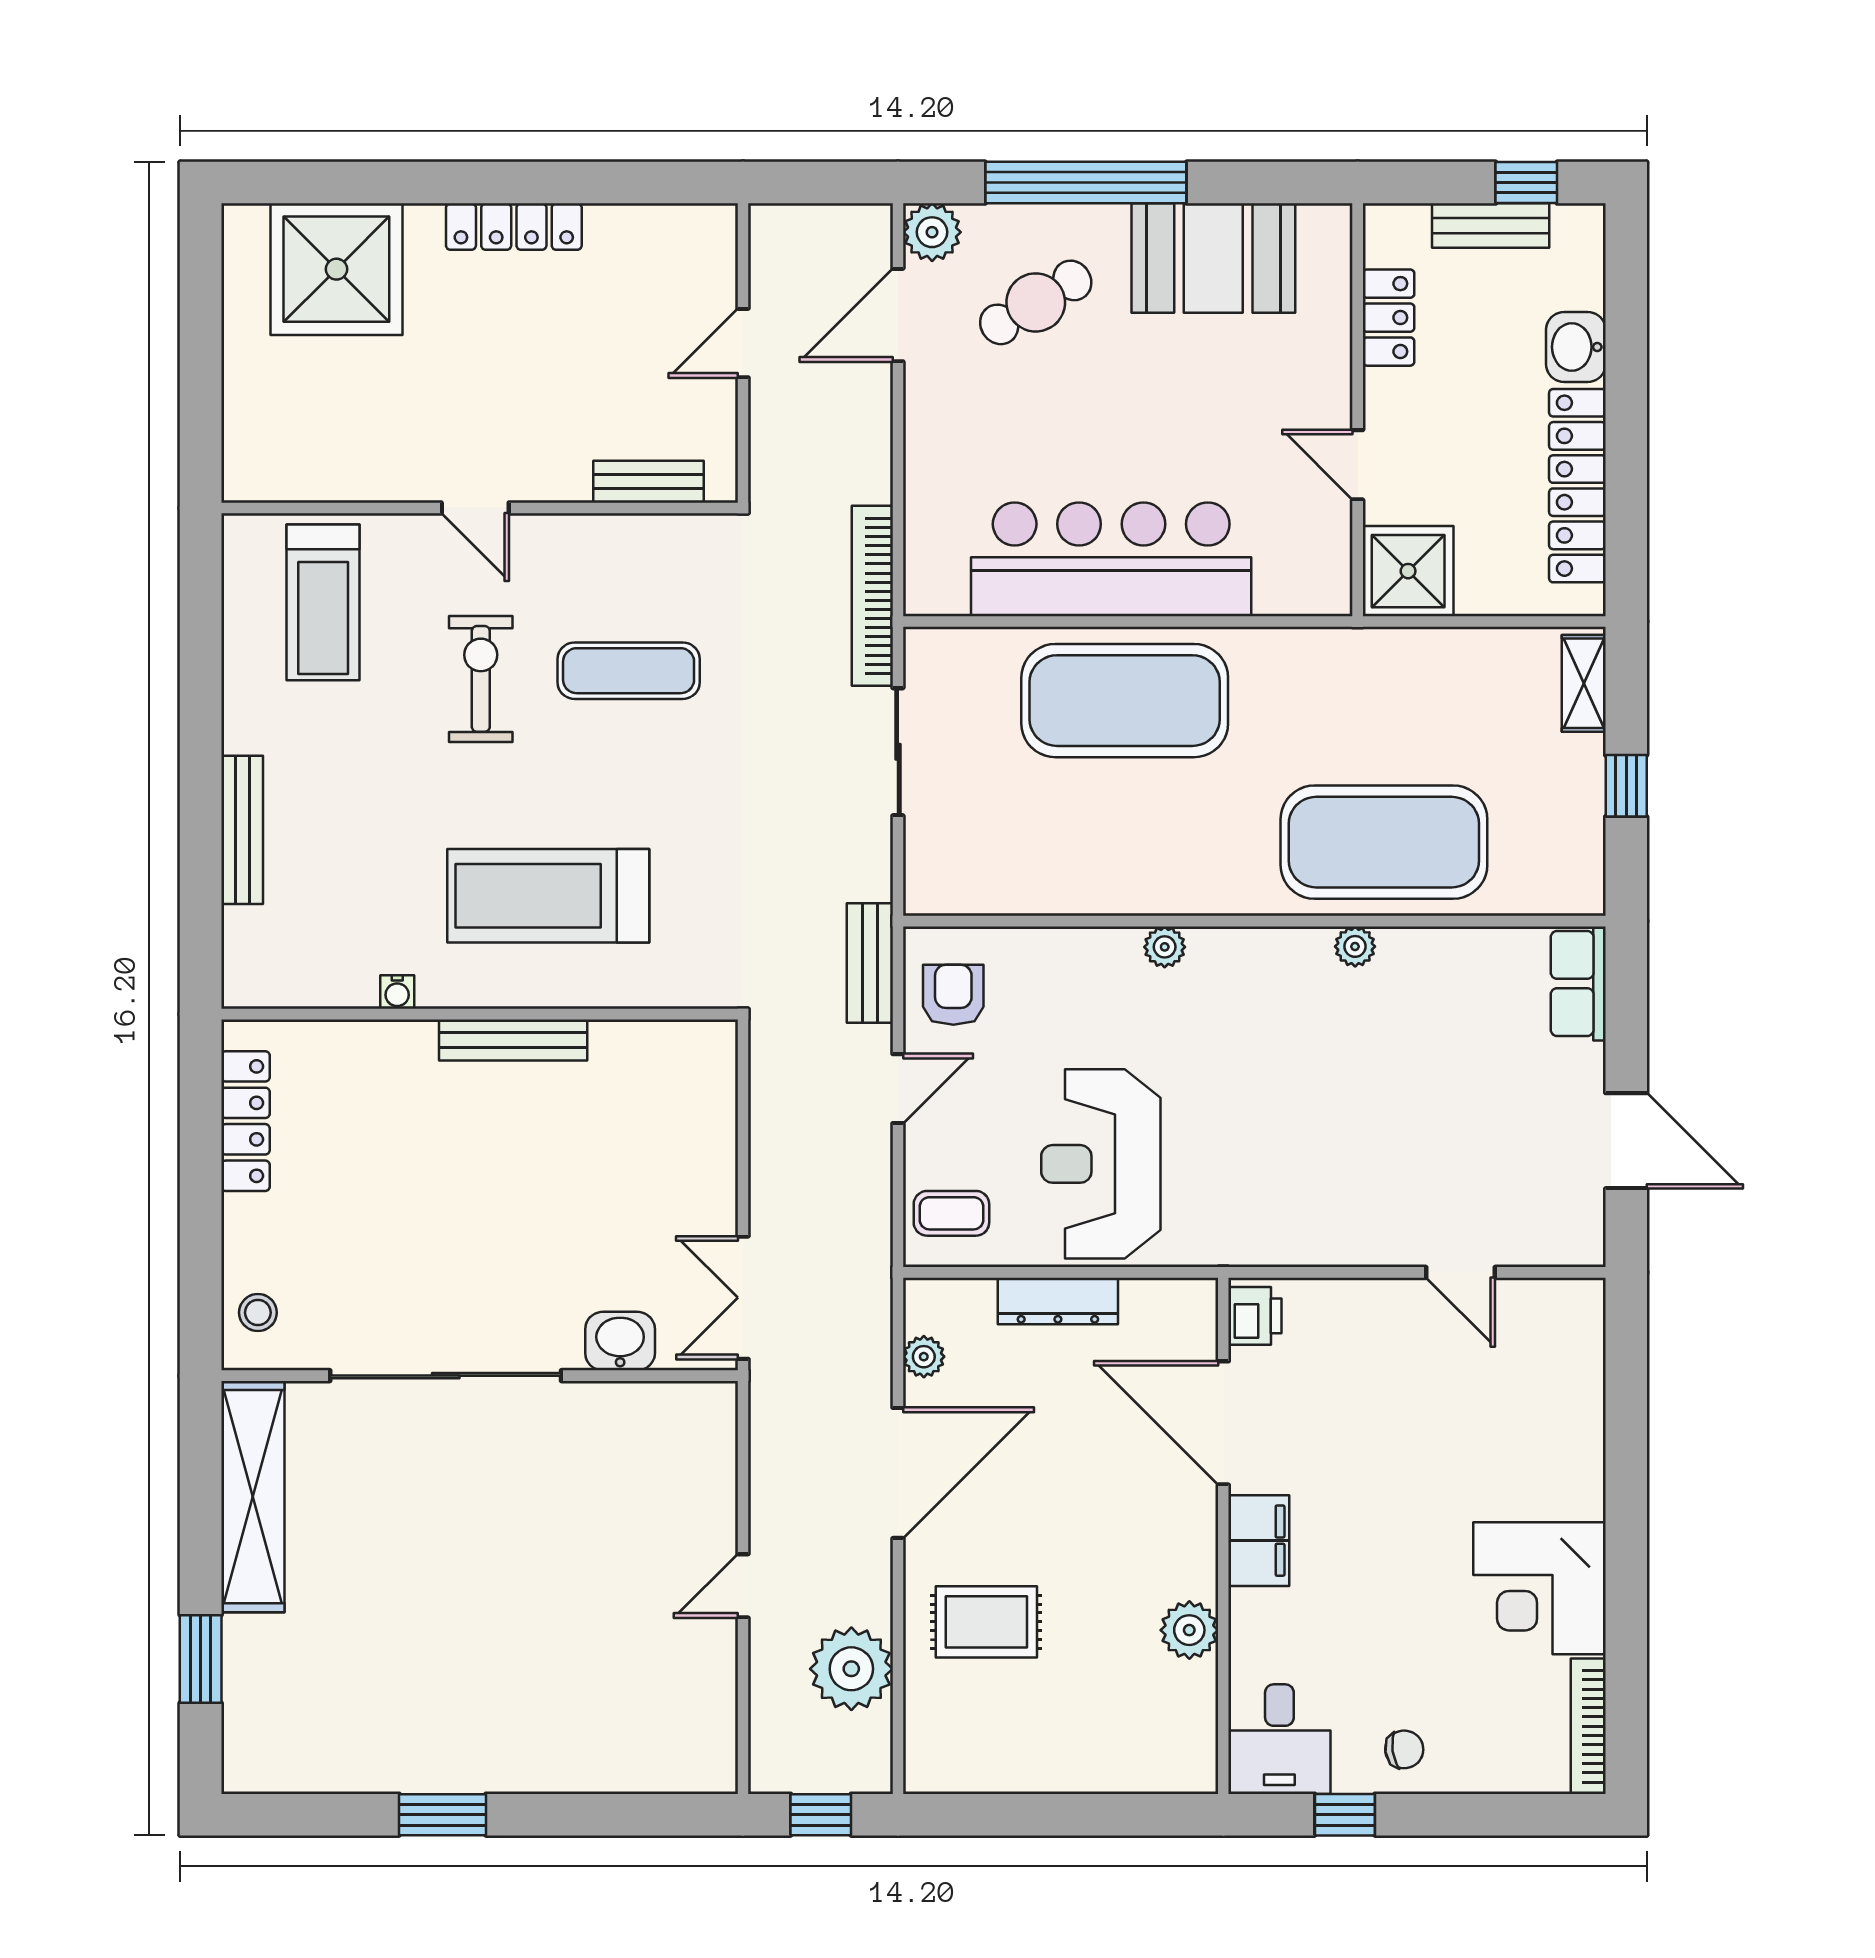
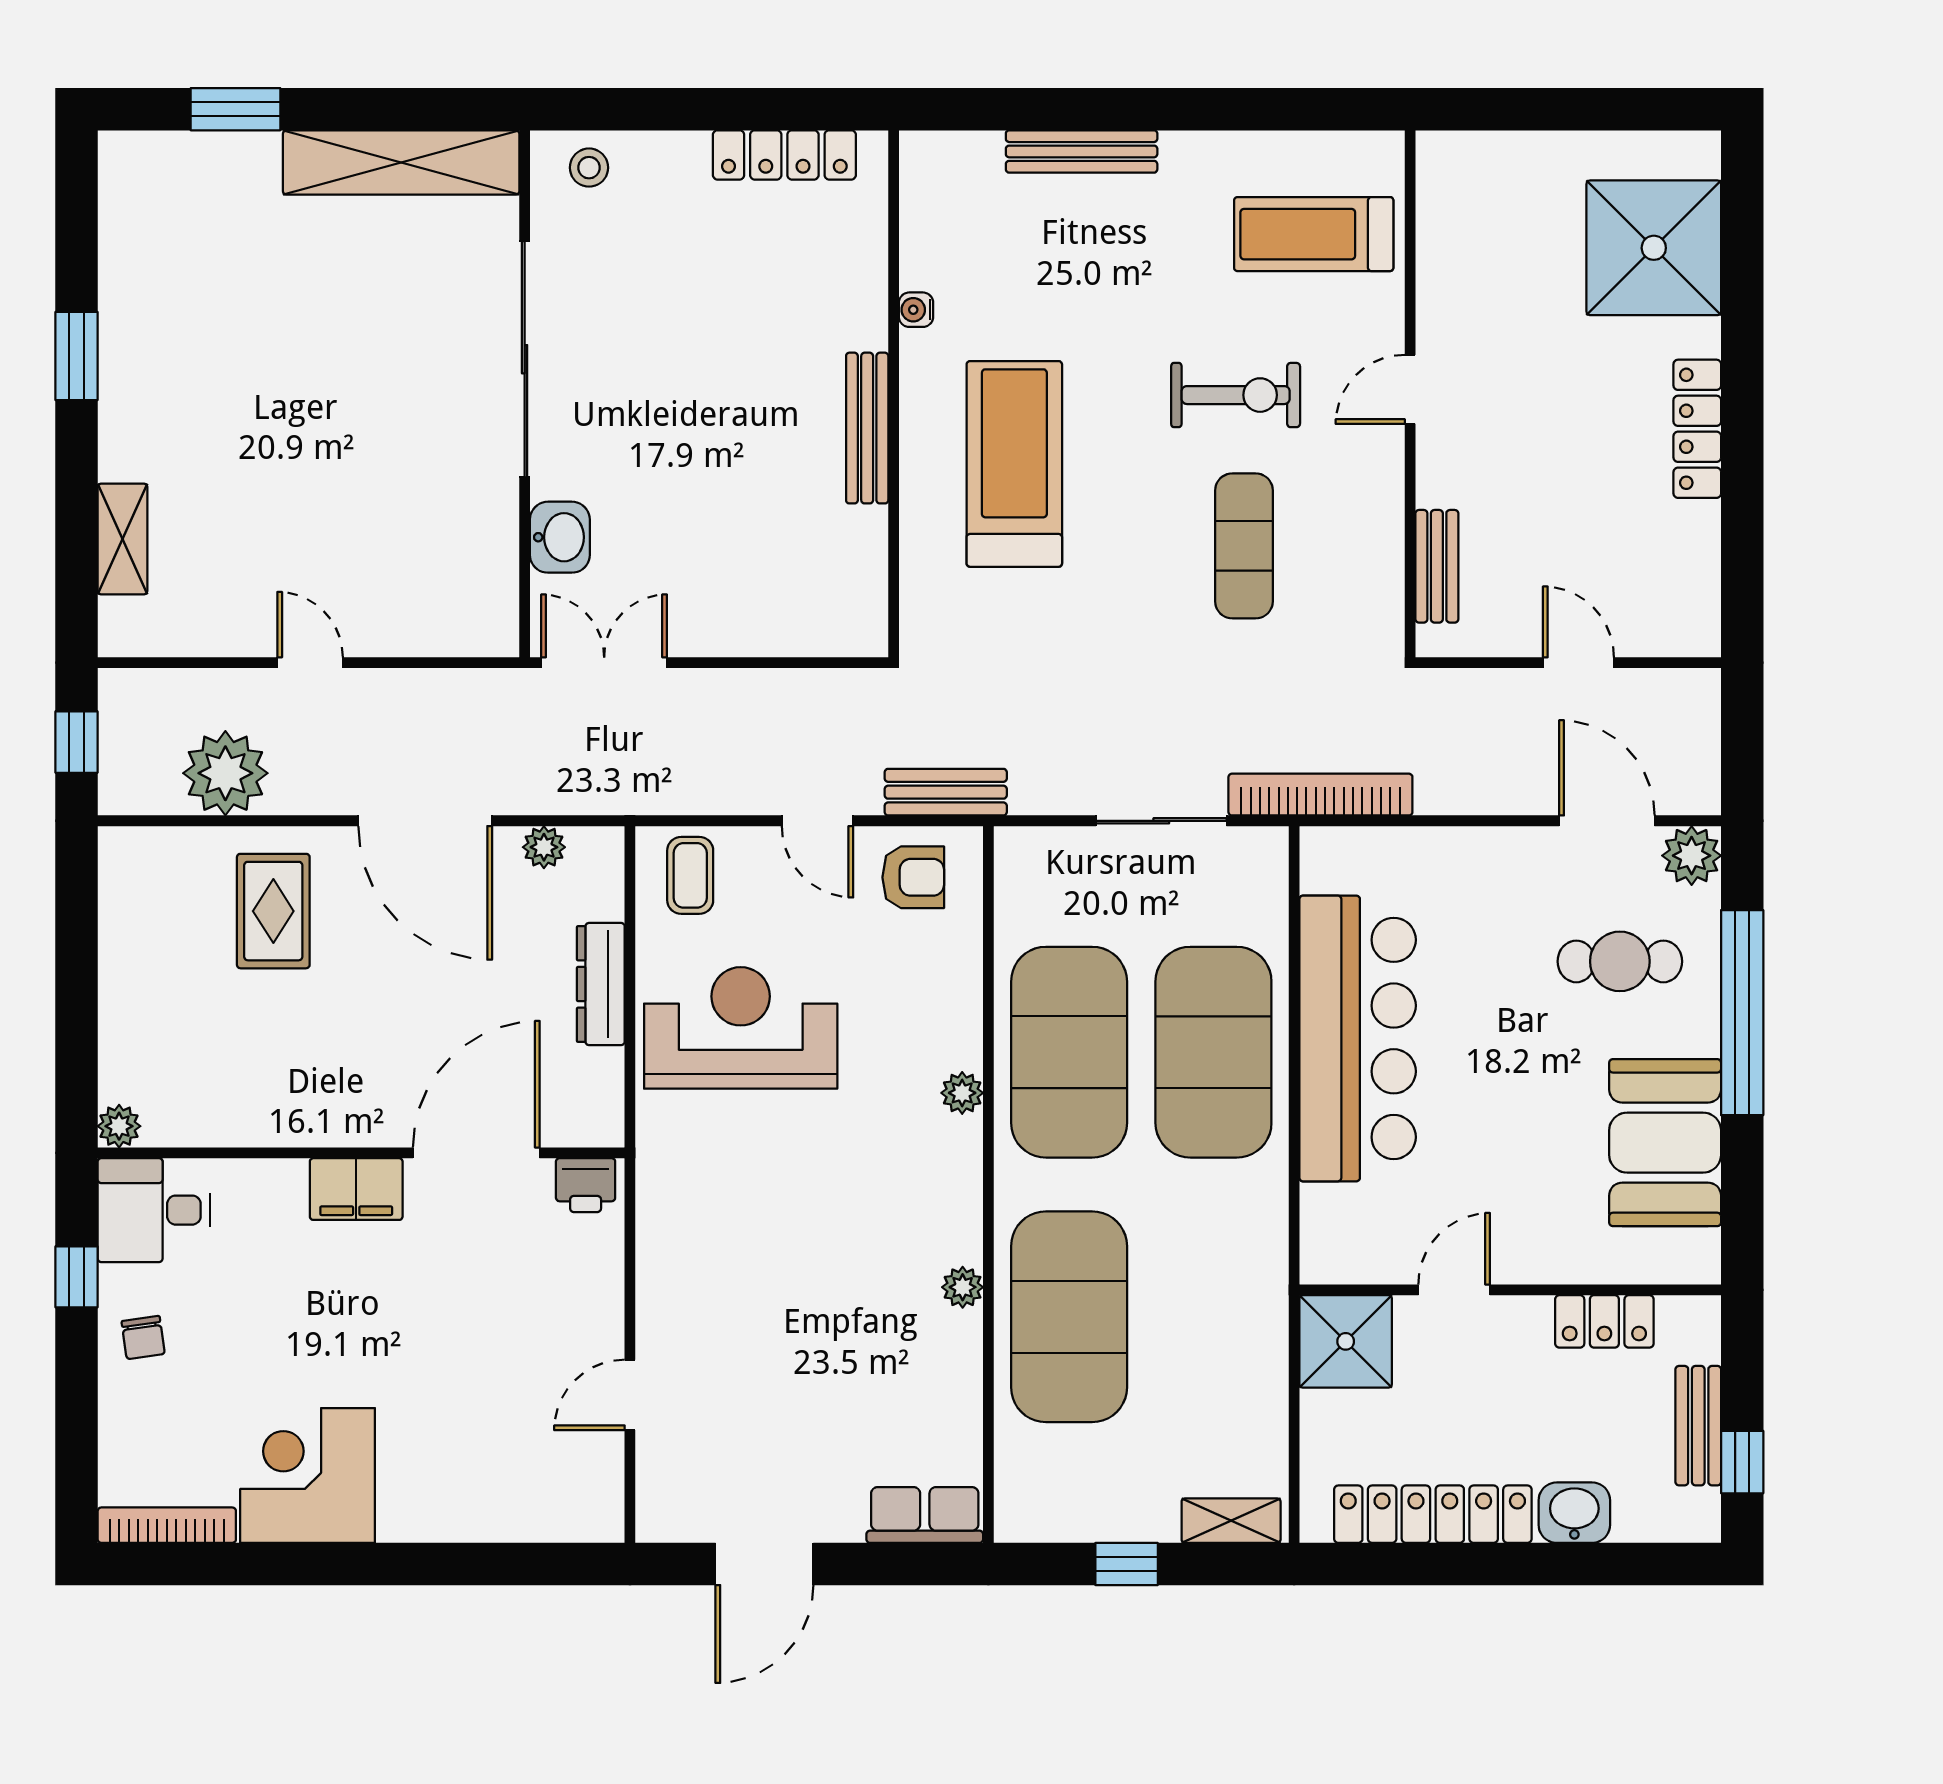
cafe table: (1036, 302) -> (1620, 961), turned -59
exercise mat: (1125, 842) -> (1069, 1052), added
plant: (1189, 1630) -> (119, 1126), moved, width x0.73, depth x0.73
shelving: (622, 1770) -> (122, 539), added

